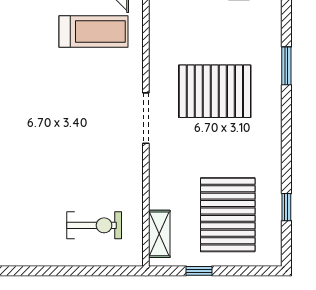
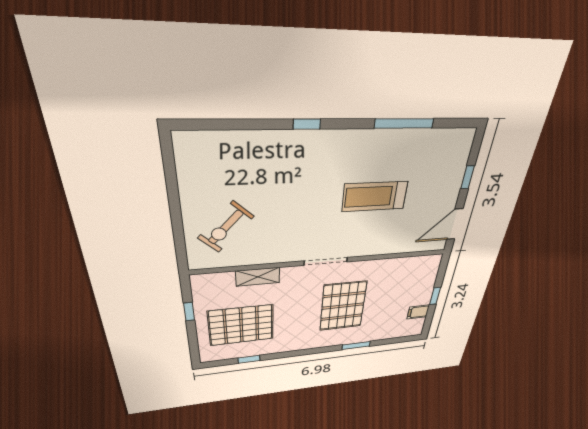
treadmill: (93, 31) -> (375, 196), moved, turned 90
exercise bike: (94, 225) -> (226, 227), turned 43
shelving: (159, 234) -> (258, 277), moved

